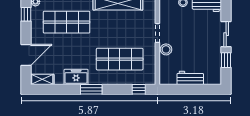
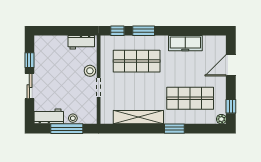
freezer: (76, 77) -> (185, 43), width x1.40
workbench: (190, 78) -> (81, 42), moved
shelving: (42, 79) -> (215, 41), removed
window: (91, 89) -> (144, 31), moved

